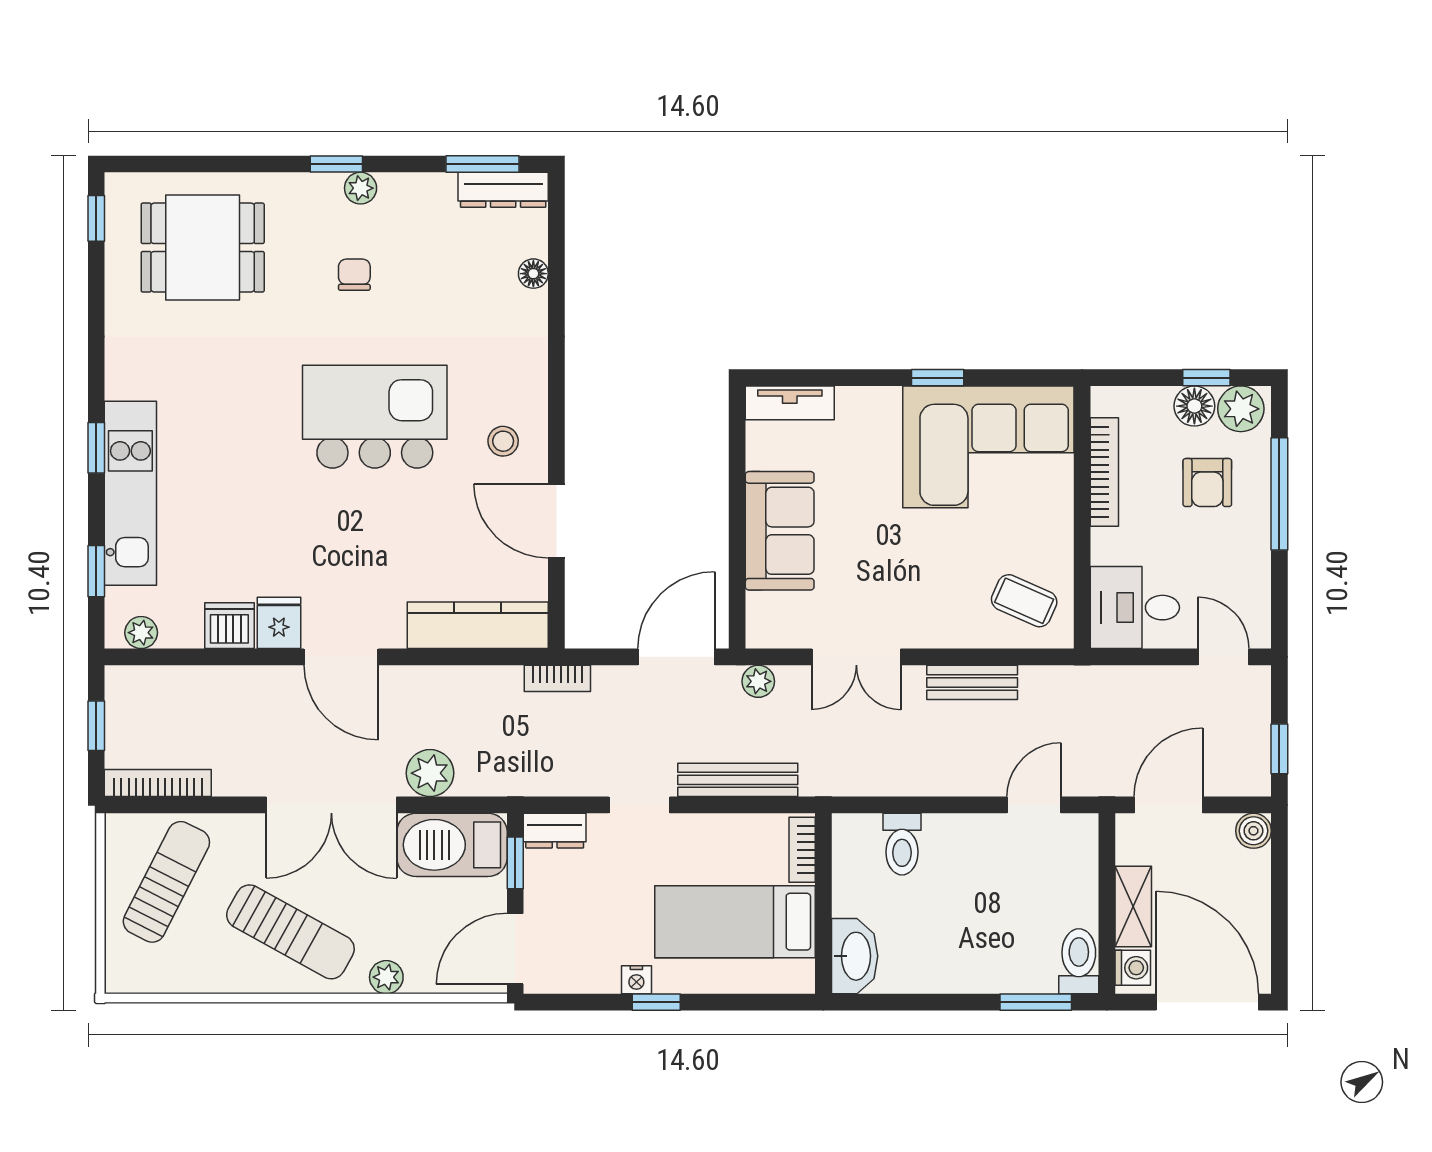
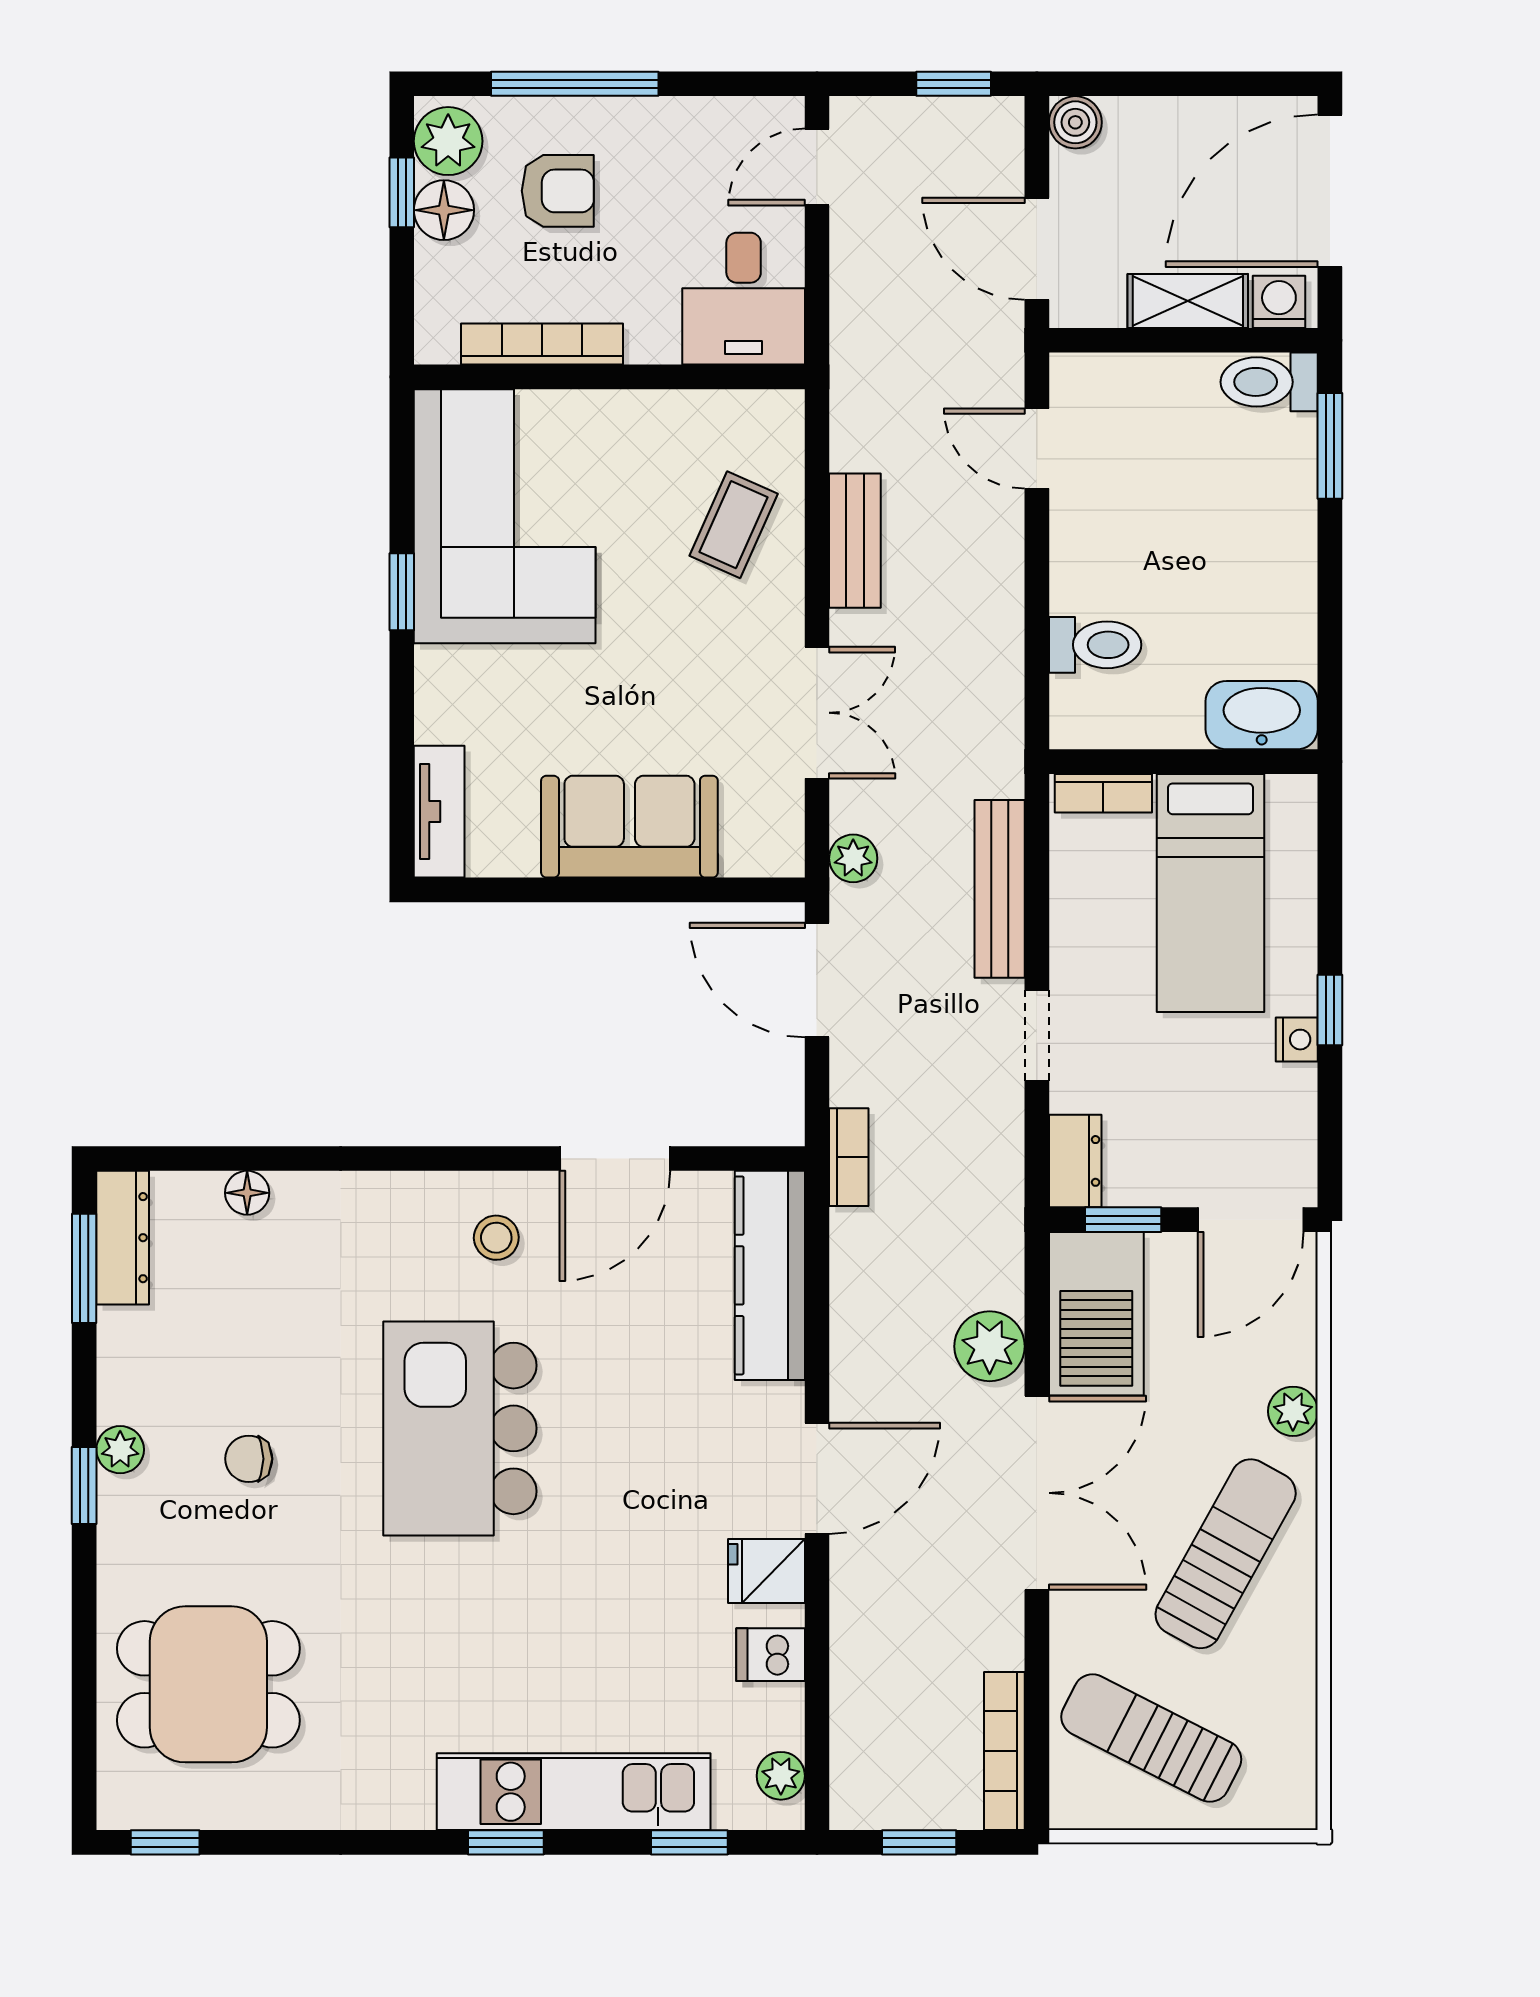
dining table: (203, 248) -> (208, 1684), turned 90
coffee table: (1024, 601) -> (734, 525), moved
dishwasher: (229, 626) -> (771, 1655), width x0.73
door: (515, 949) -> (1251, 1220), hinge flipped

